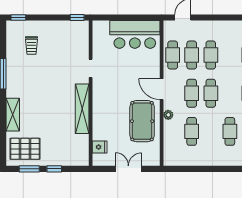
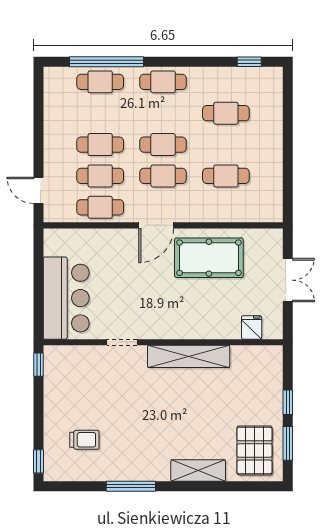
bar counter: (135, 34) -> (66, 298), moved
plant: (168, 115) -> (199, 215), removed
double door: (128, 169) -> (288, 280), swing flipped

